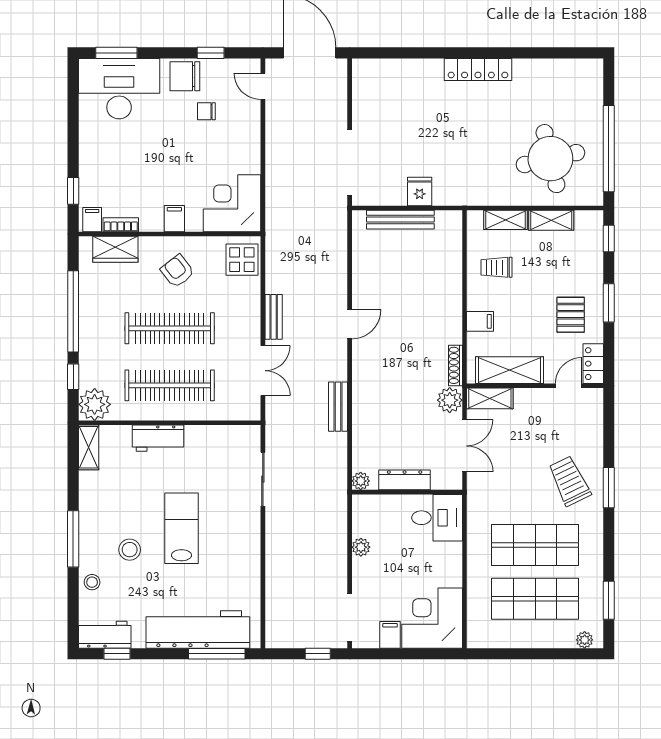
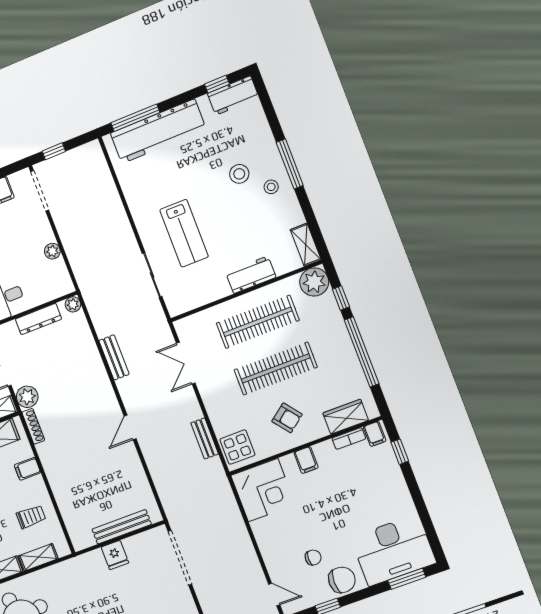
bench: (274, 317) -> (205, 438), moved
lab bench: (181, 528) -> (184, 233), moved
stool: (92, 582) -> (271, 187), moved

